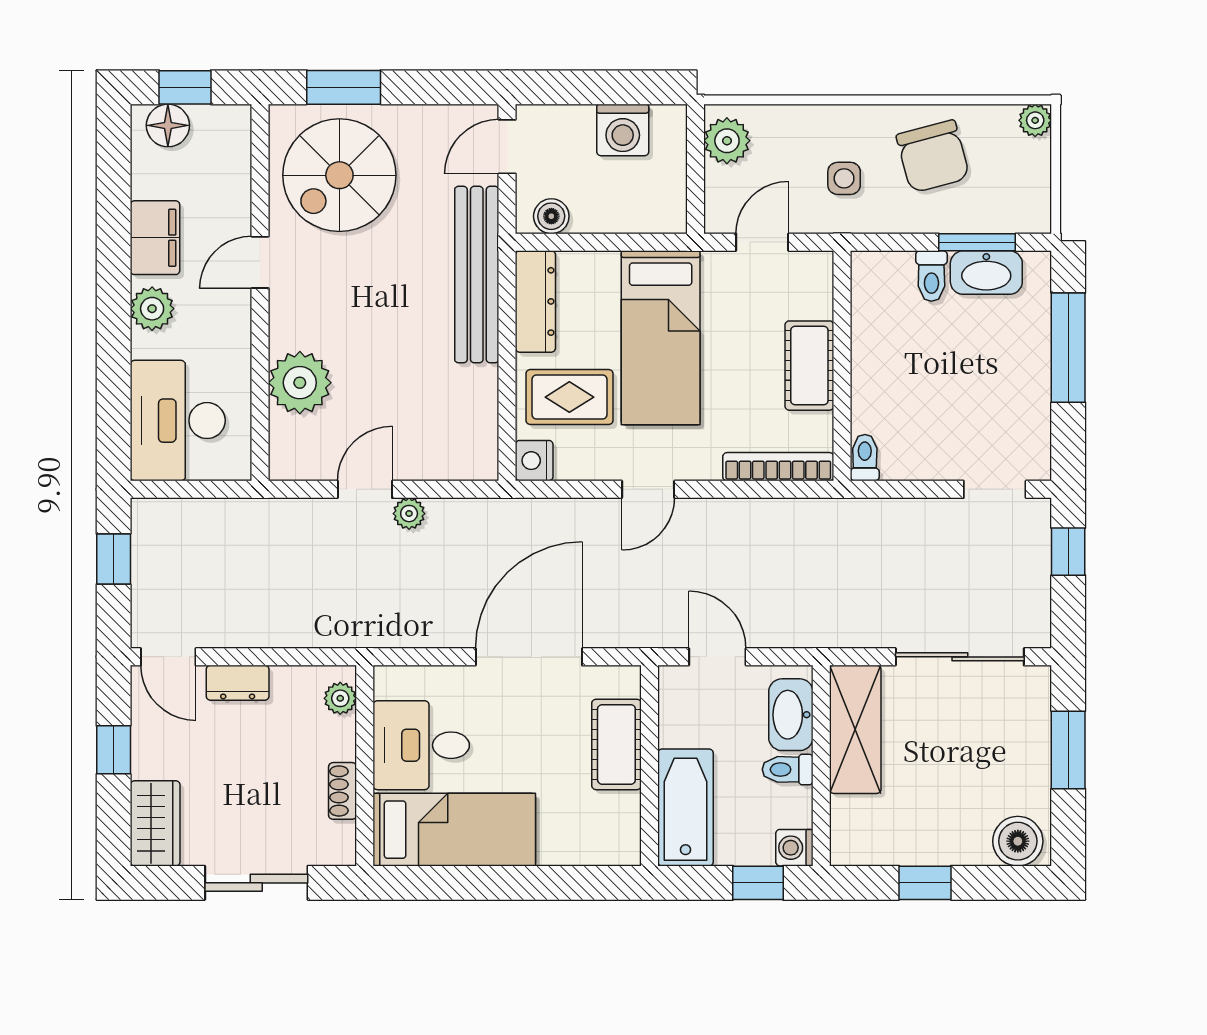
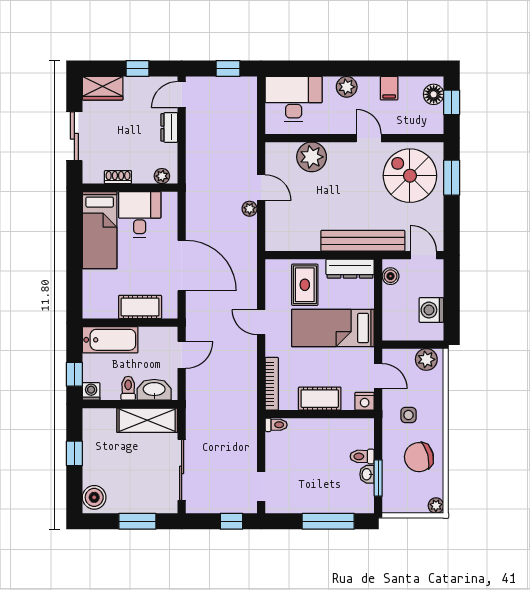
filing cabinet: (155, 238) -> (389, 88), width x0.50
washbasin: (986, 273) -> (367, 474), width x0.52, depth x0.69
nightstand: (534, 461) -> (365, 401), moved, turned 180

